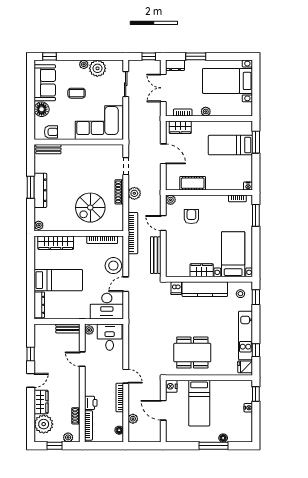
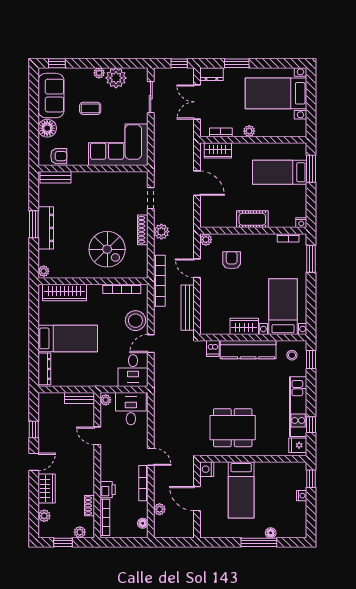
cot: (193, 183) -> (252, 219), moved
spiral stairs: (90, 208) -> (107, 249), turned -90
desk: (107, 306) -> (133, 371), width x0.73
plant: (44, 424) -> (44, 516), width x0.53, depth x0.53

